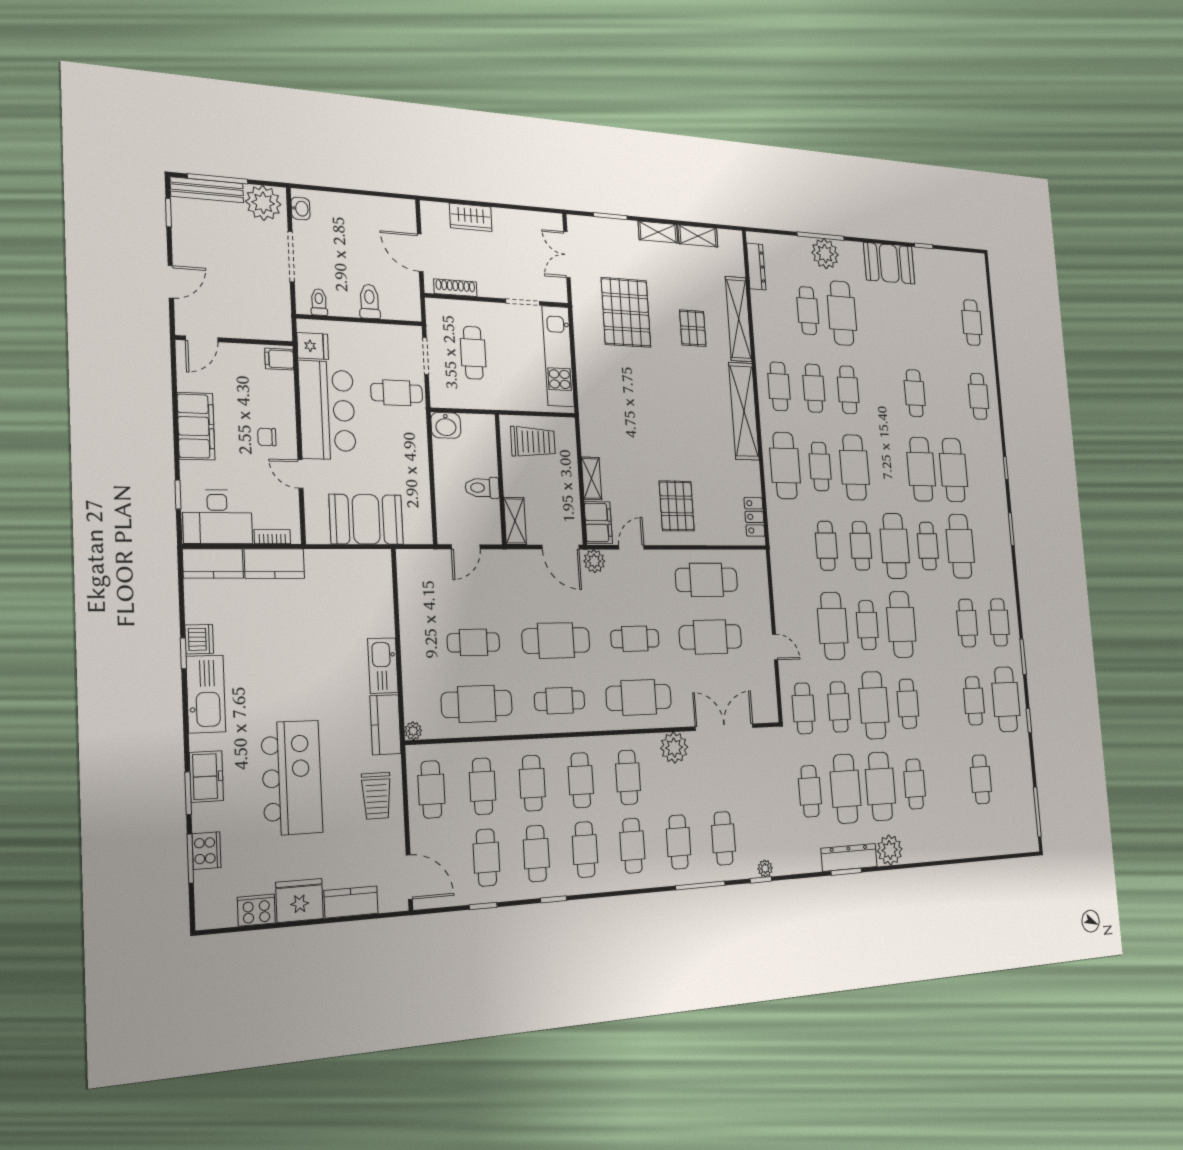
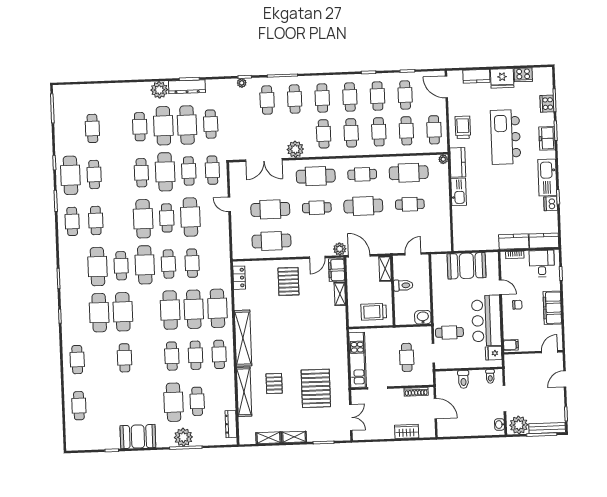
cafe table: (820, 466) -> (194, 309), width x1.37, depth x1.35
desk: (217, 517) -> (542, 264), width x0.73

